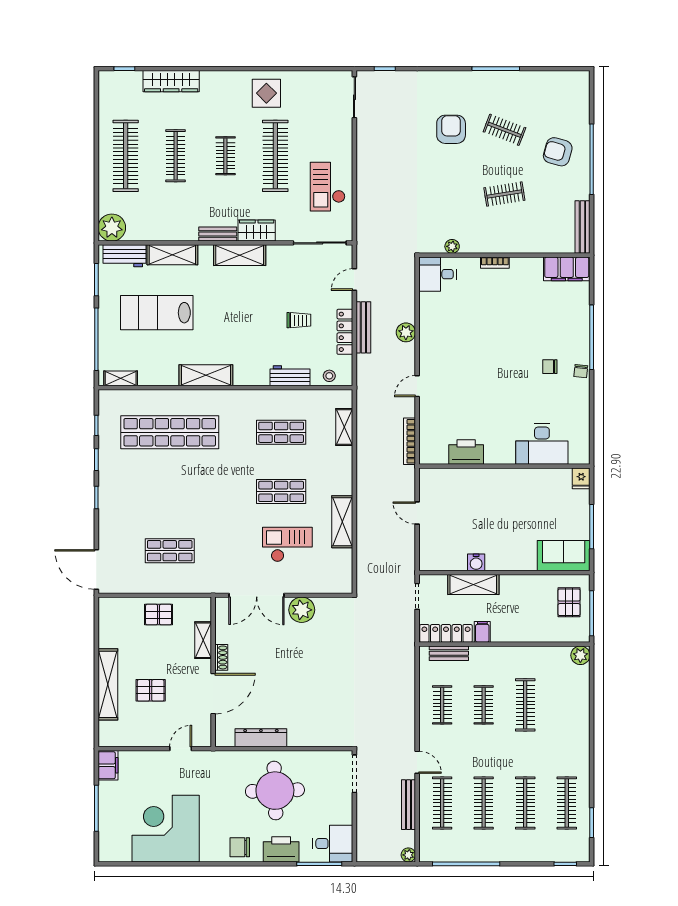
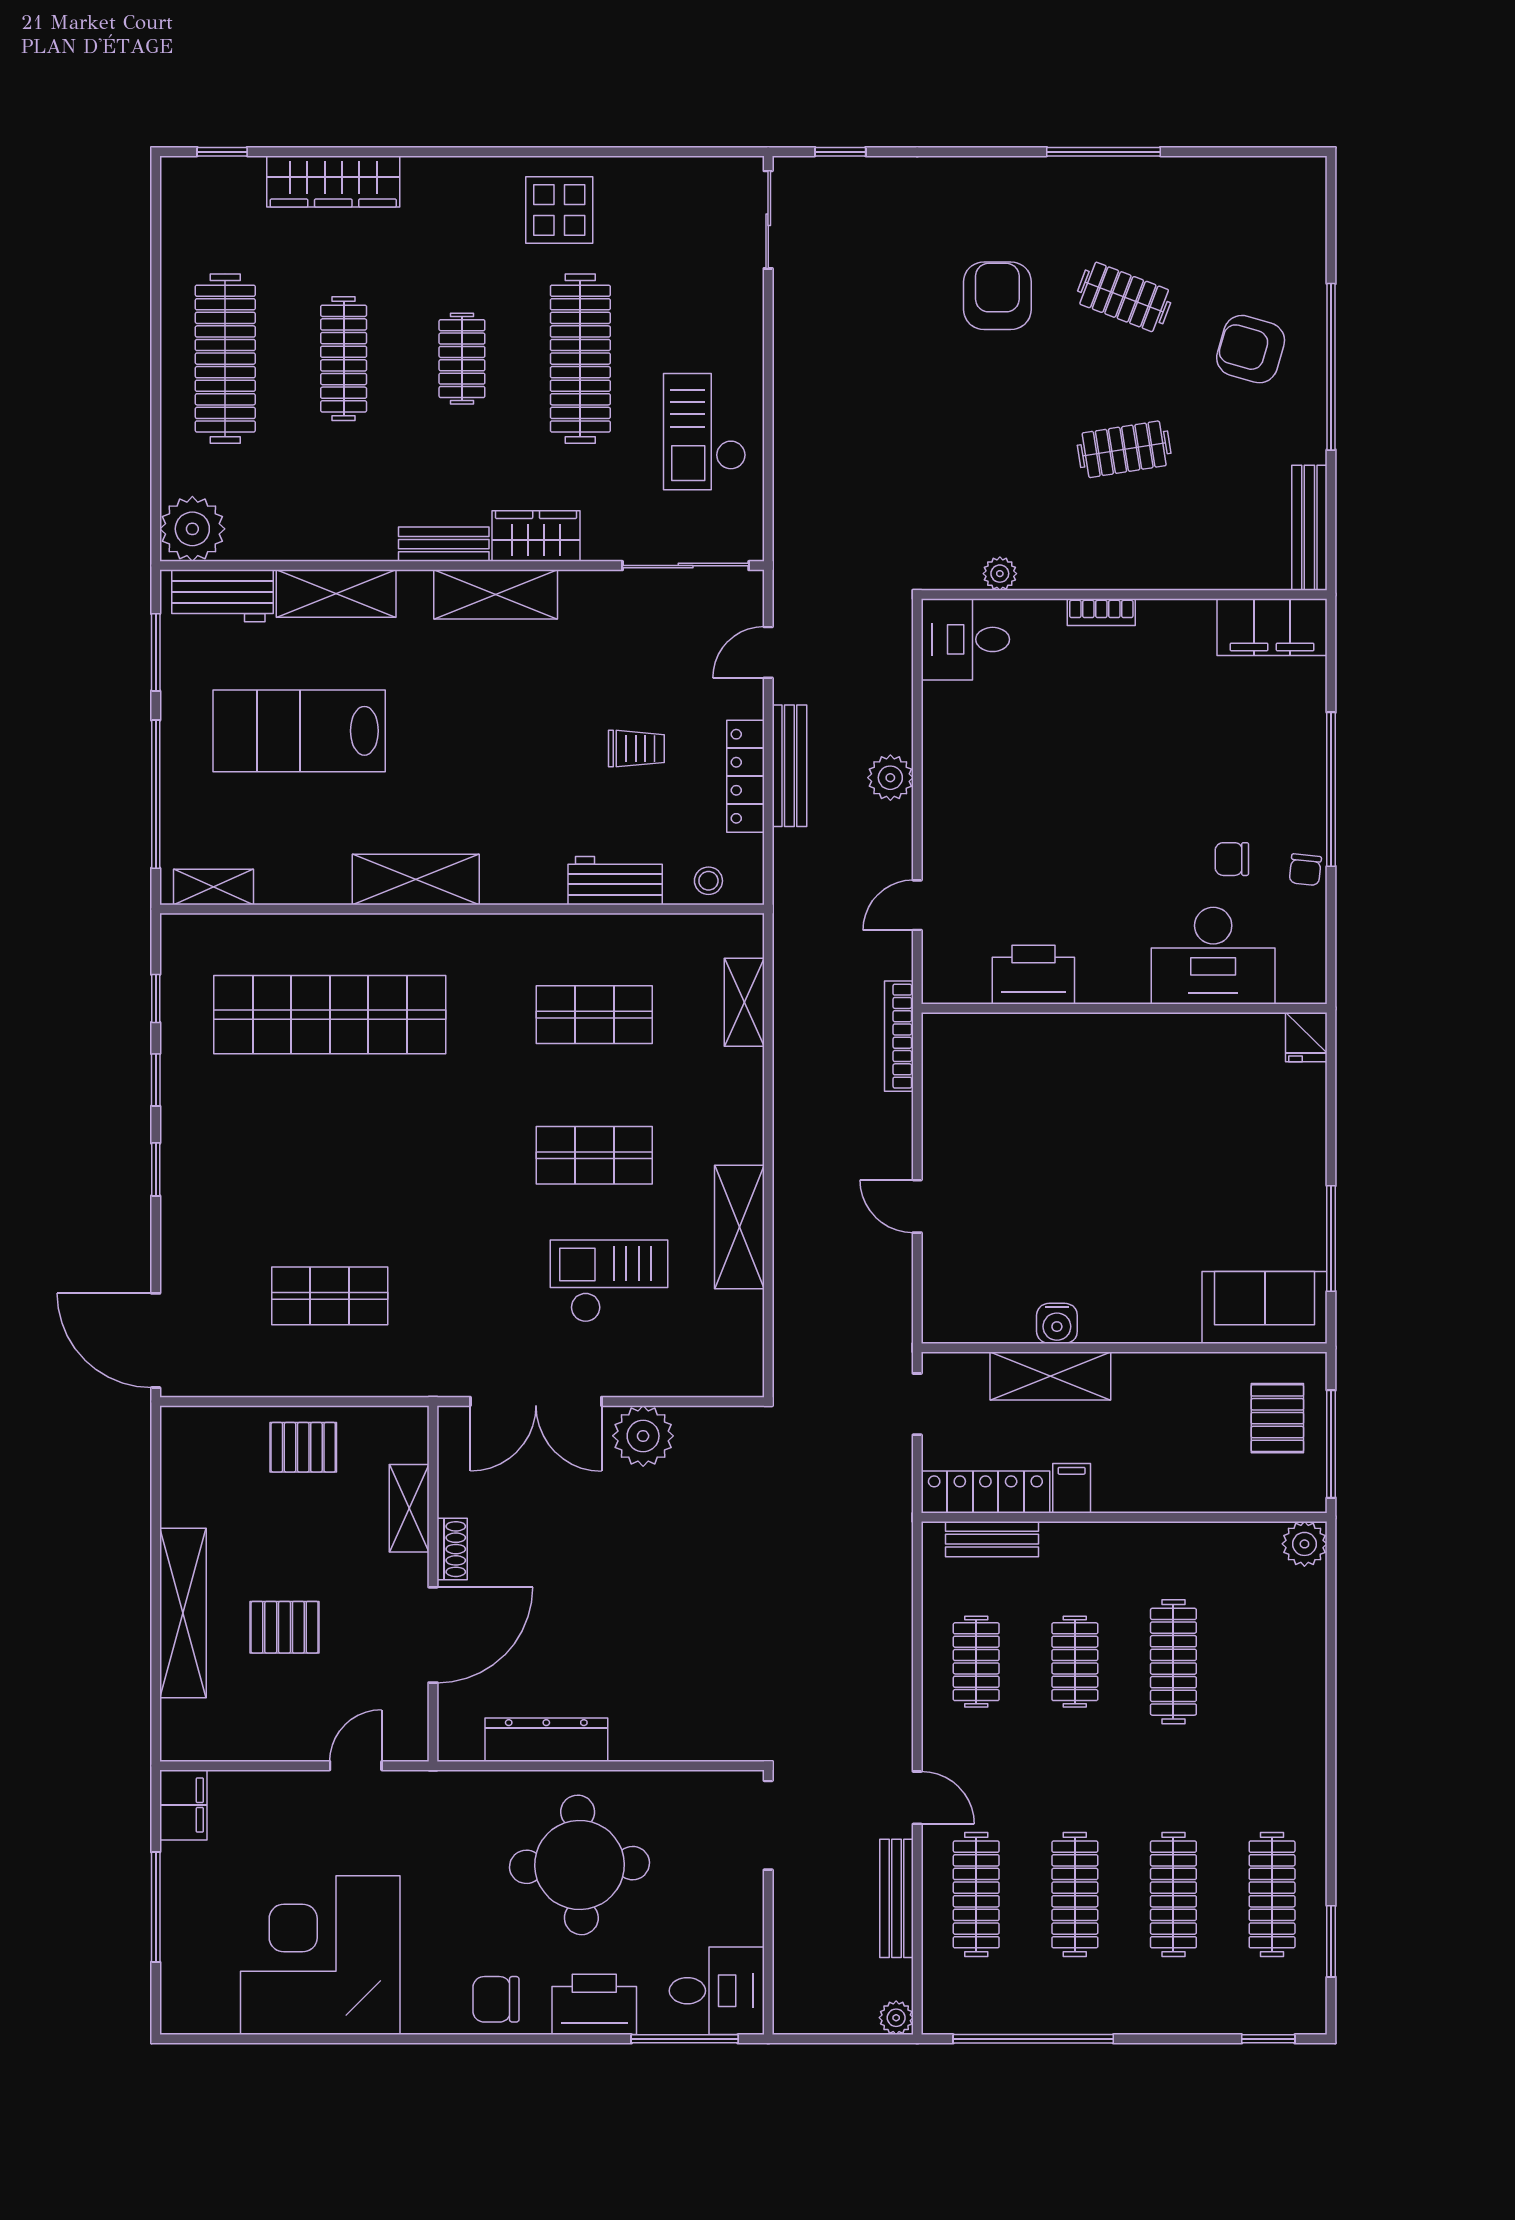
desk: (542, 444) -> (1213, 956), moved
printer: (466, 452) -> (1033, 975), moved
wall: (504, 466) -> (1124, 1008), moved
fridge: (581, 478) -> (1306, 1037), moved

